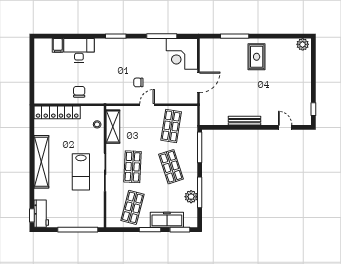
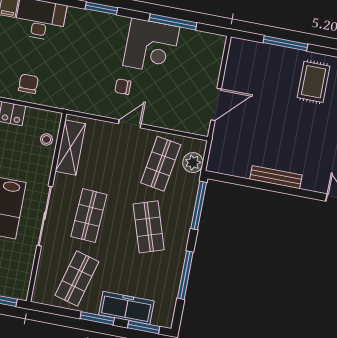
corner desk: (182, 54) -> (151, 46), moved, turned -90
plant: (191, 197) -> (193, 163), moved

